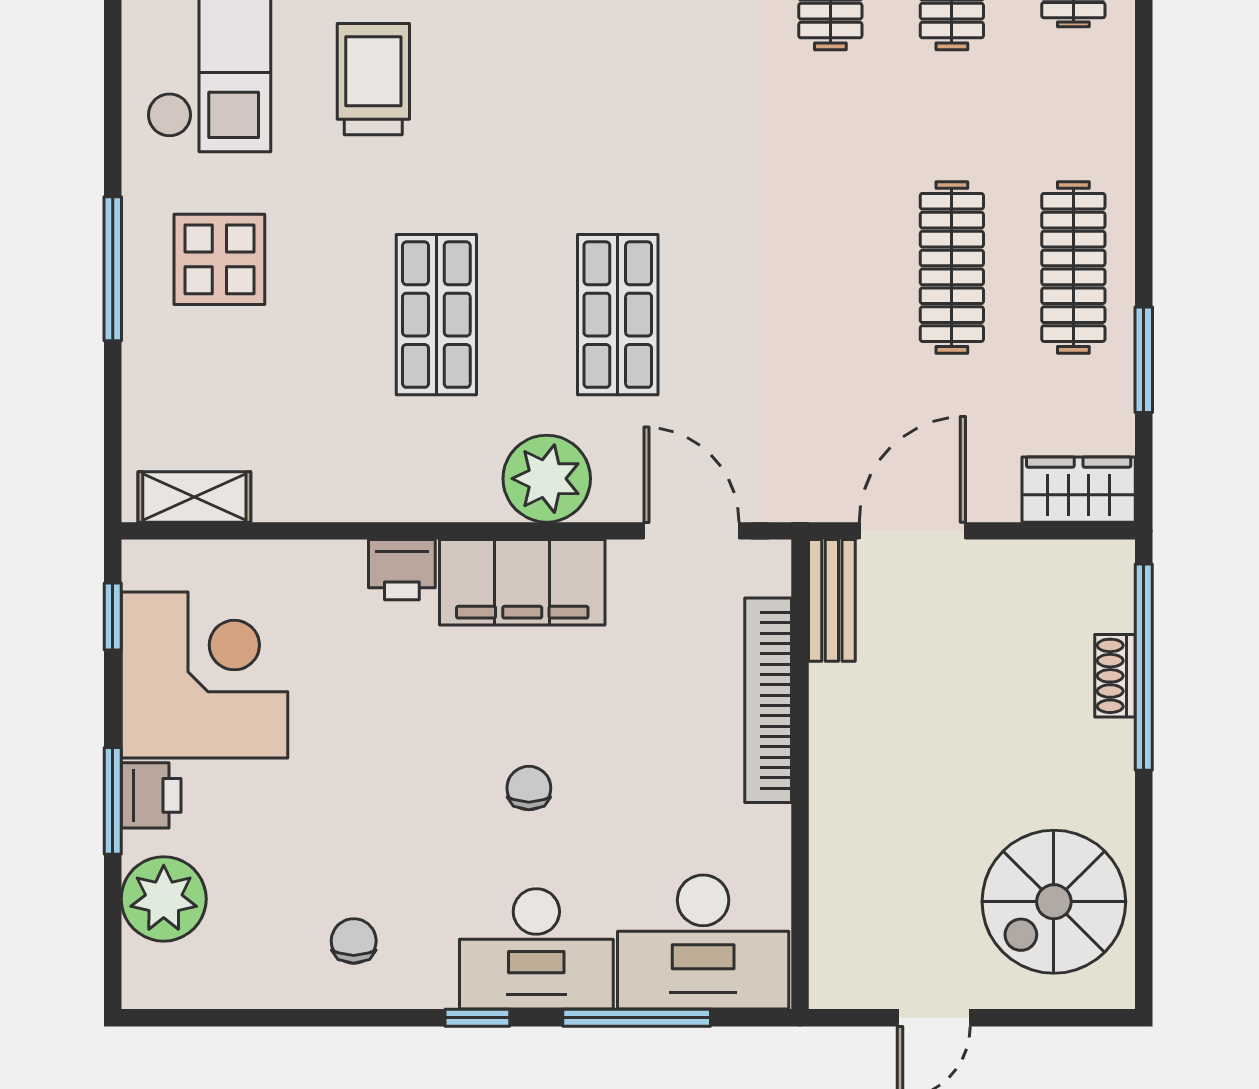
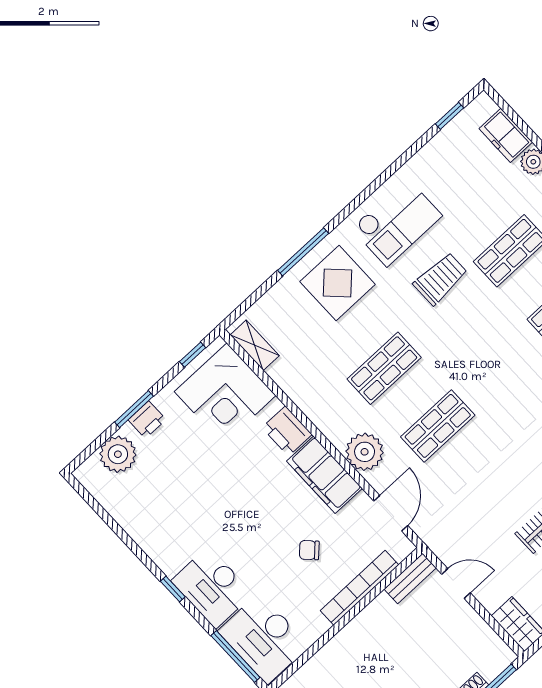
display table: (219, 259) -> (338, 283), width x1.36, depth x1.36
door: (912, 531) -> (456, 583), width x0.73
printer: (402, 570) -> (287, 431), width x1.36, depth x1.24
corner desk: (204, 675) -> (225, 394), moved, turned 90
chair: (529, 788) -> (309, 550), moved, turned -135
chair: (354, 941) -> (161, 527), removed
window: (637, 1018) -> (235, 657), moved

